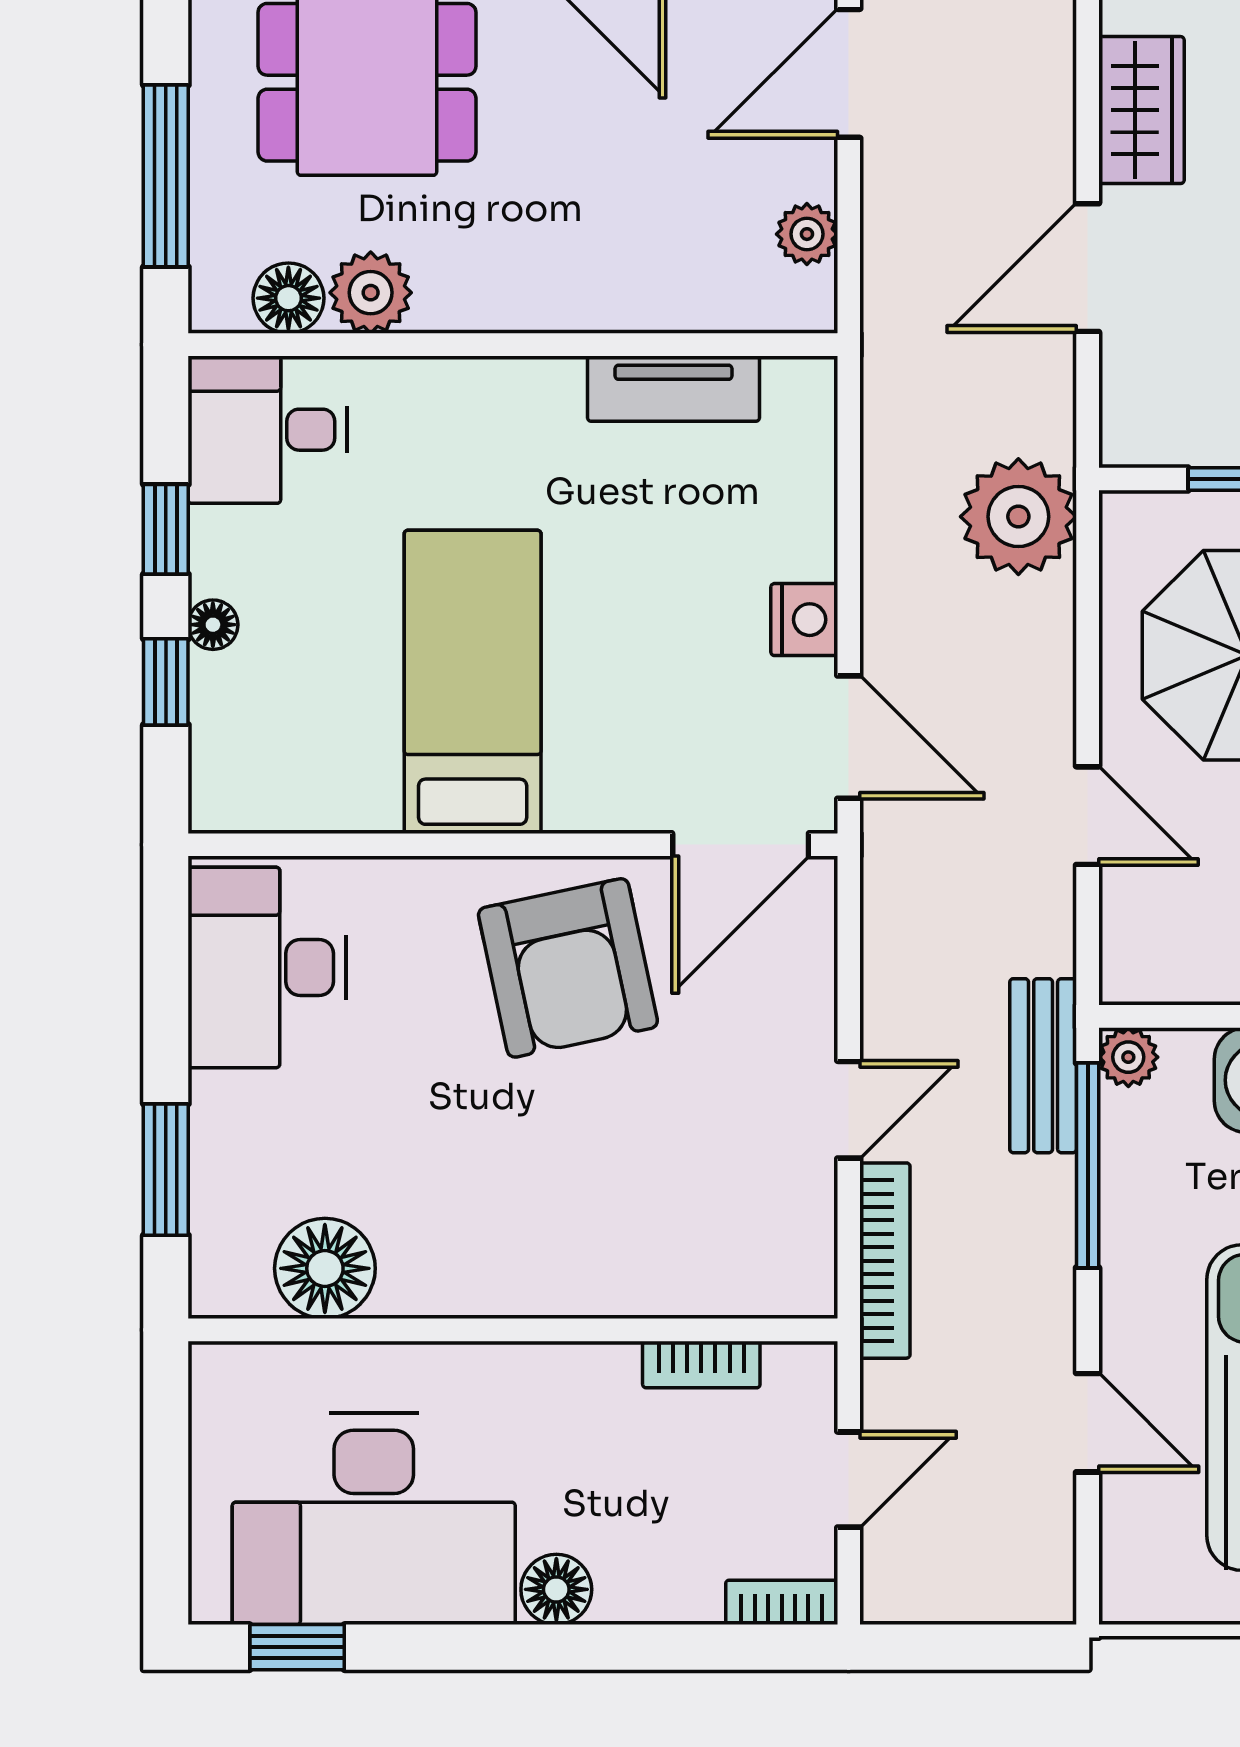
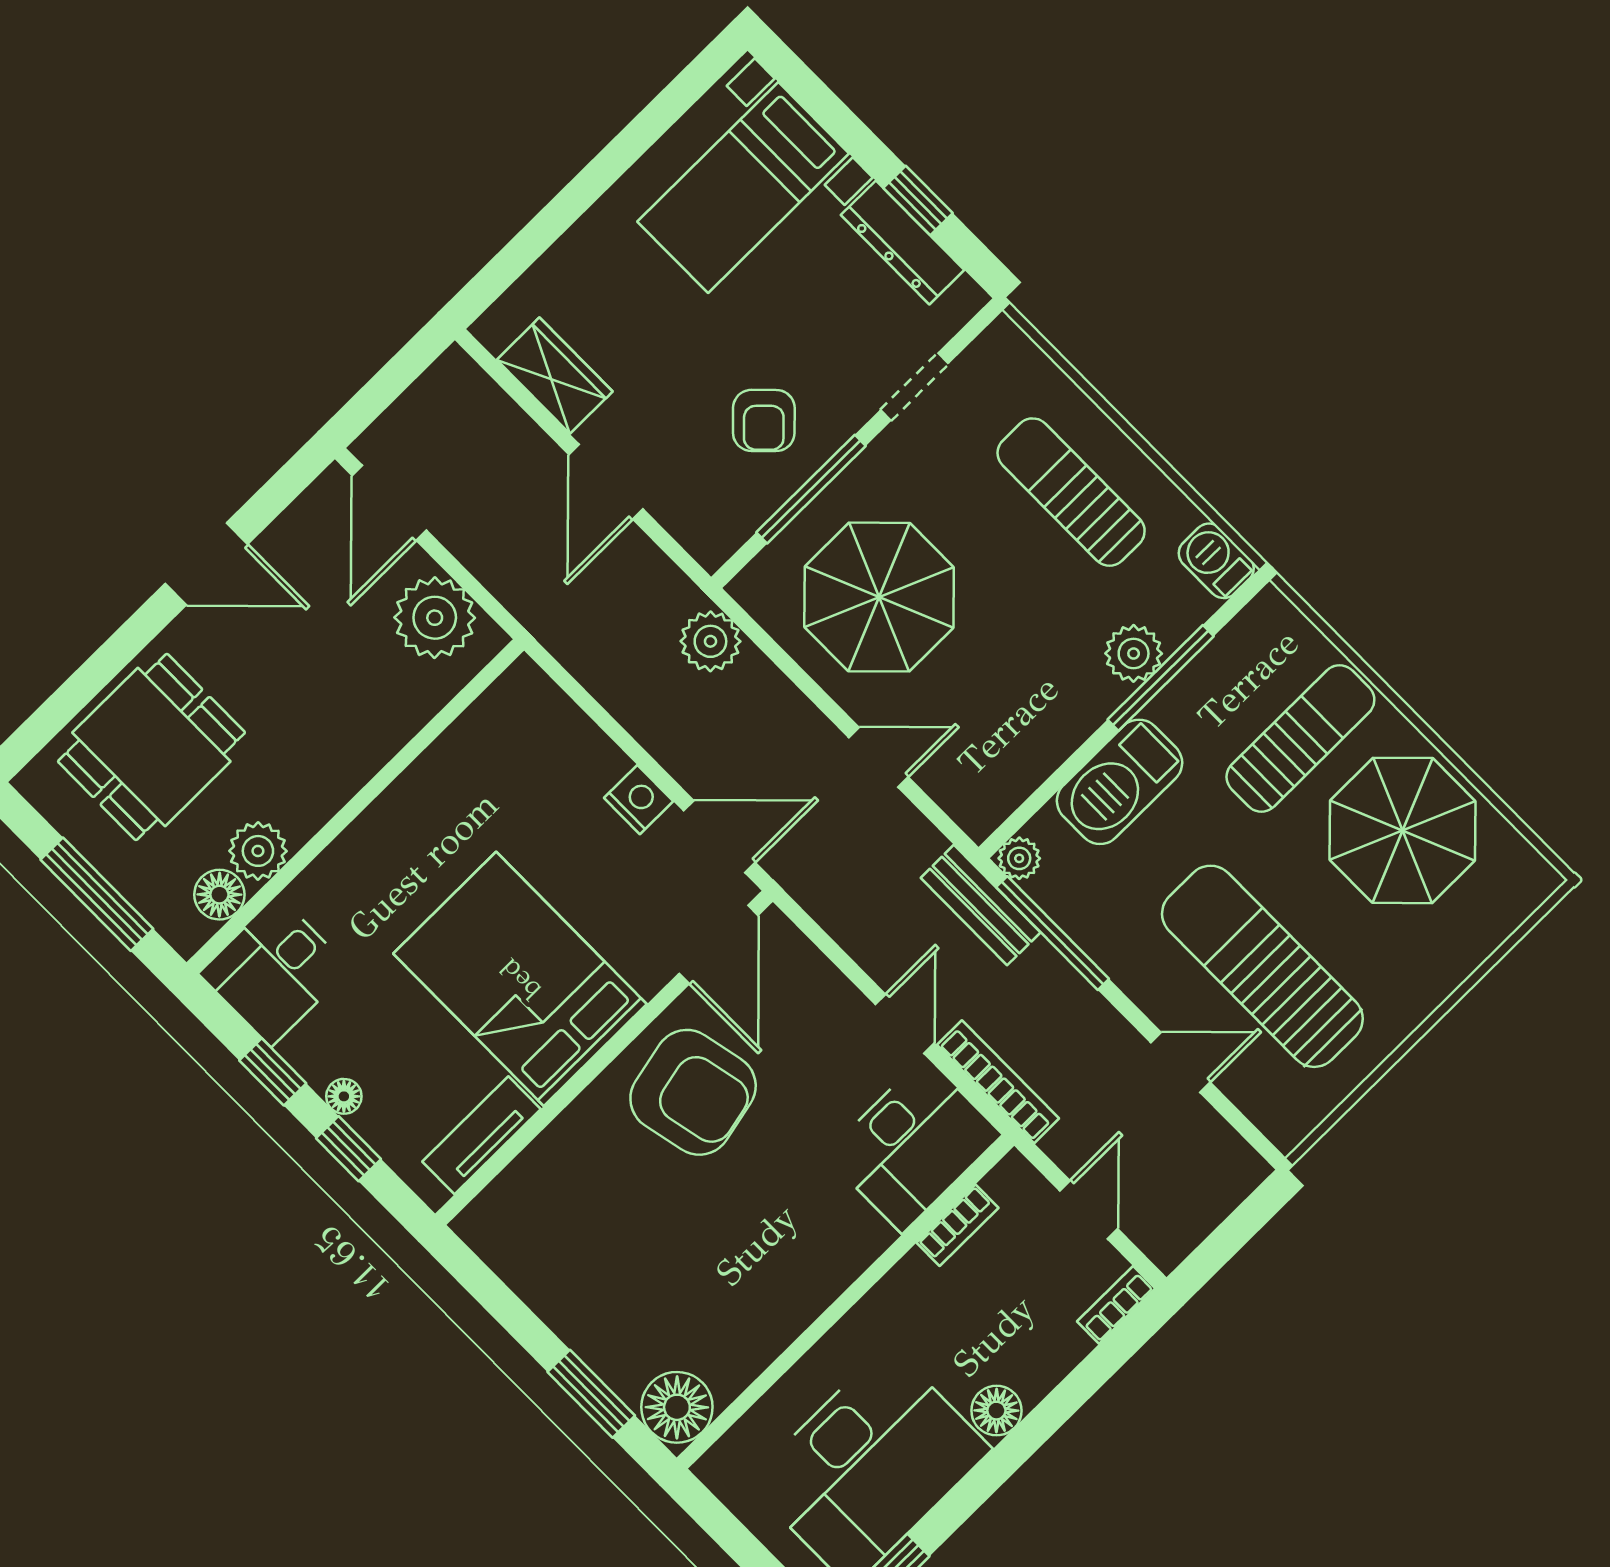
plant: (807, 234) -> (435, 618), width x1.87, depth x1.87
tv unit: (674, 389) -> (482, 1135), moved, turned 180
plant: (1018, 517) -> (710, 641), width x0.73, depth x0.73
bed: (473, 682) -> (520, 979), width x1.50
desk: (267, 967) -> (913, 1145), moved, turned -90
floor lamp: (325, 1268) -> (677, 1407), moved

